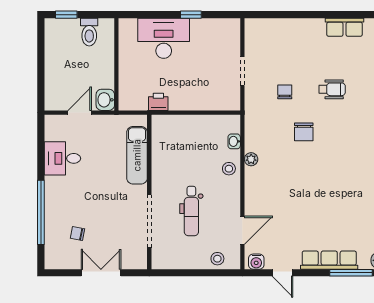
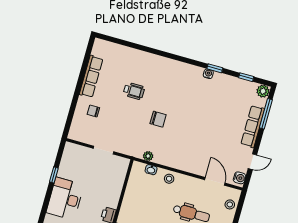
row of seats: (345, 27) -> (91, 76), width x1.48
wheelchair: (332, 89) -> (134, 91), turned 90
chair: (285, 92) -> (93, 111), moved
plant: (251, 159) -> (148, 156), moved

